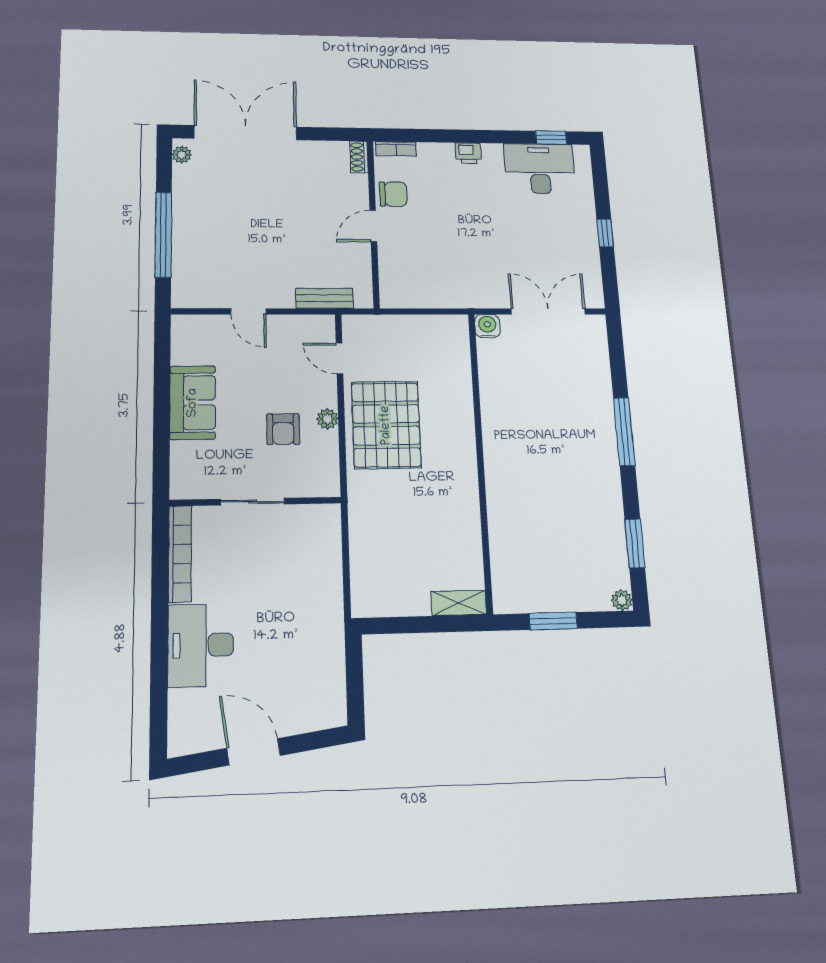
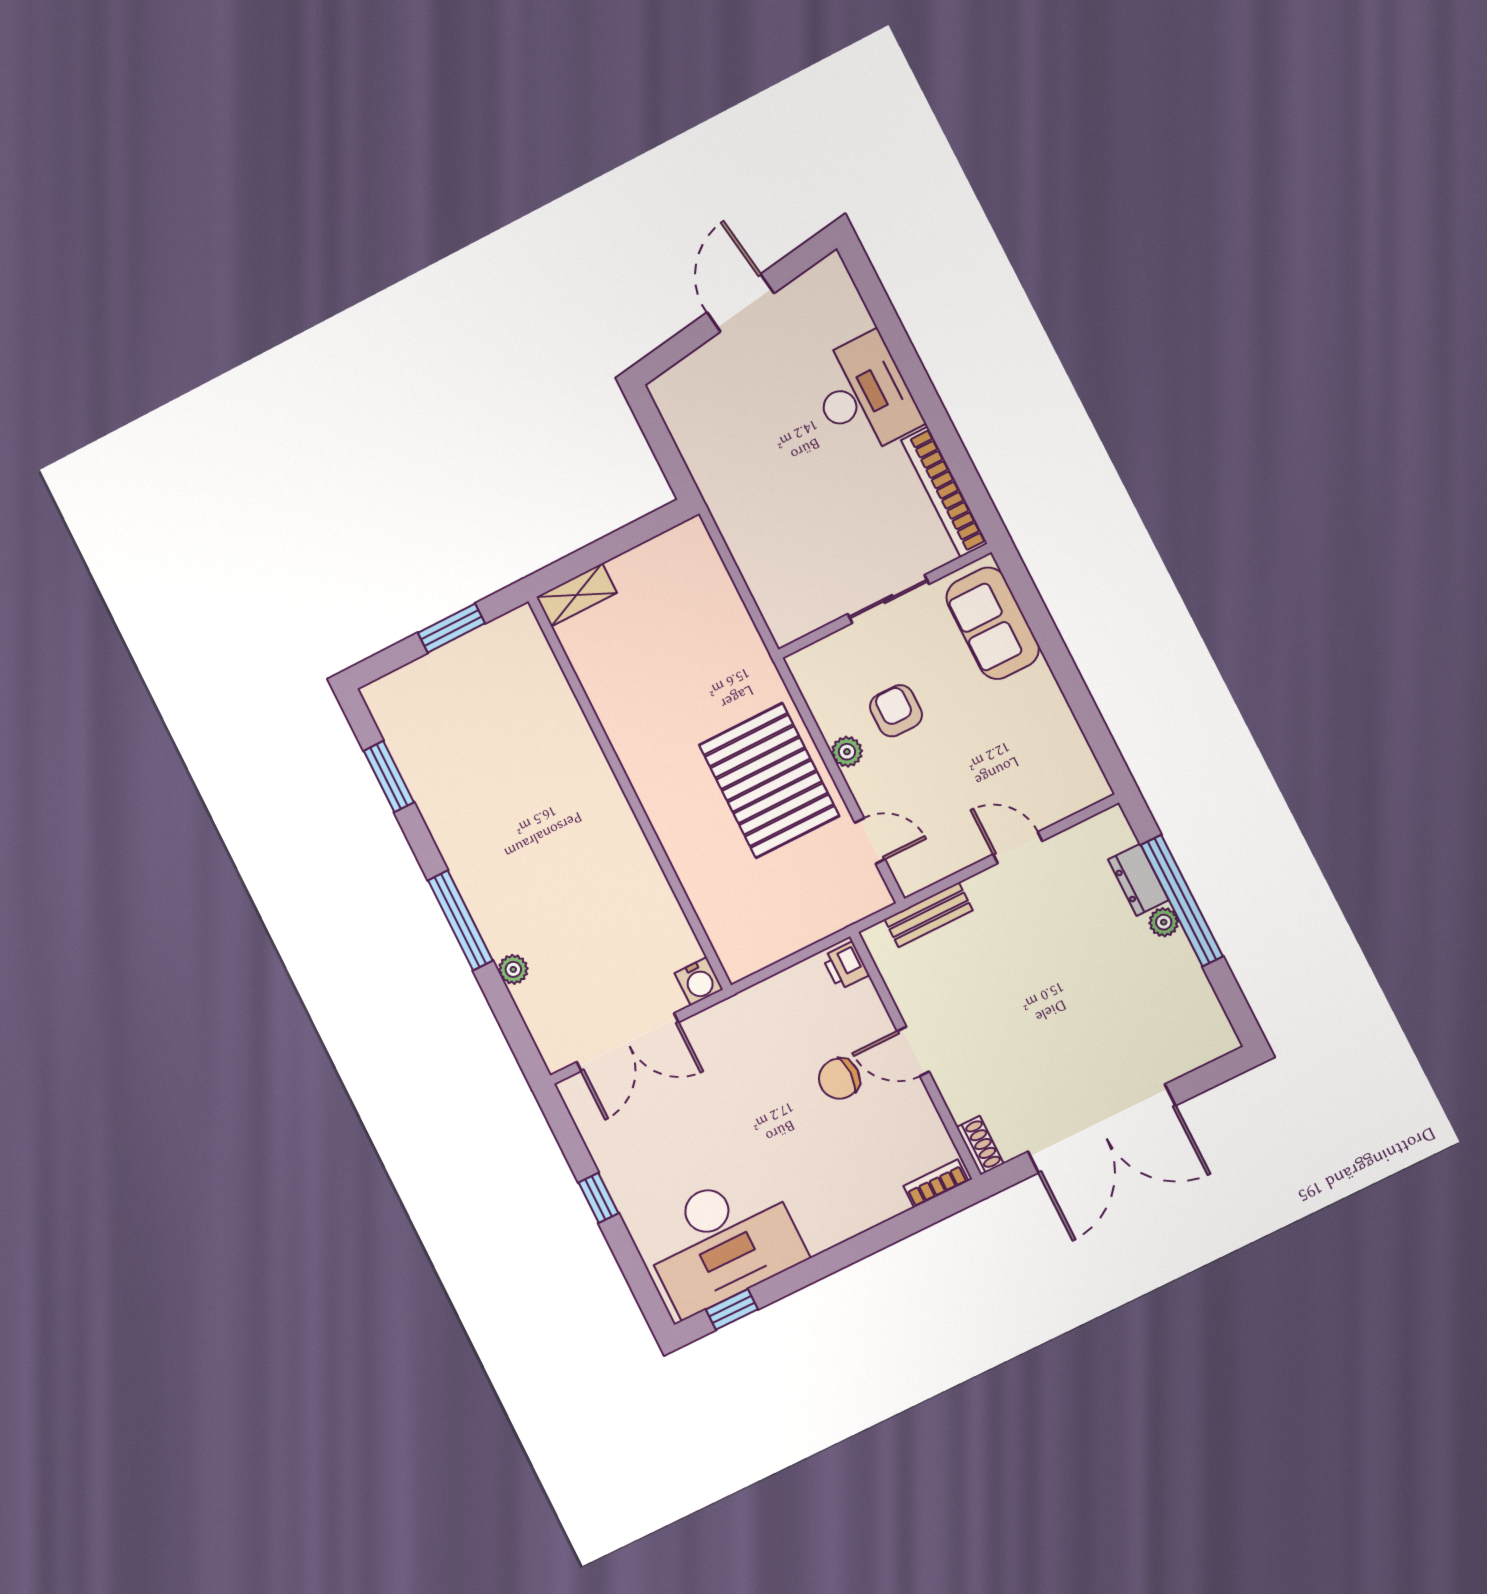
double door: (246, 133) -> (1102, 1129), moved
printer: (468, 153) -> (846, 966), moved, turned -90
plant: (182, 155) -> (1164, 922), moved
desk: (540, 169) -> (722, 1241), width x1.36, depth x1.30
chair: (393, 194) -> (839, 1079), moved
door: (373, 226) -> (913, 1051), swing flipped
dresser: (184, 258) -> (1138, 880), added
sofa: (193, 403) -> (993, 623), moved
plant: (622, 600) -> (513, 969), moved
door: (254, 752) -> (741, 303), swing flipped

